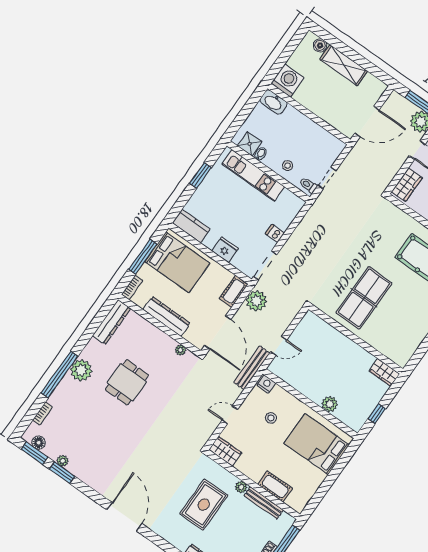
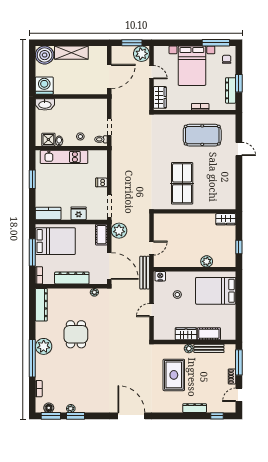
boiler: (320, 45) -> (45, 55), width x1.86, depth x1.86
wardrobe: (225, 451) -> (186, 334), moved

